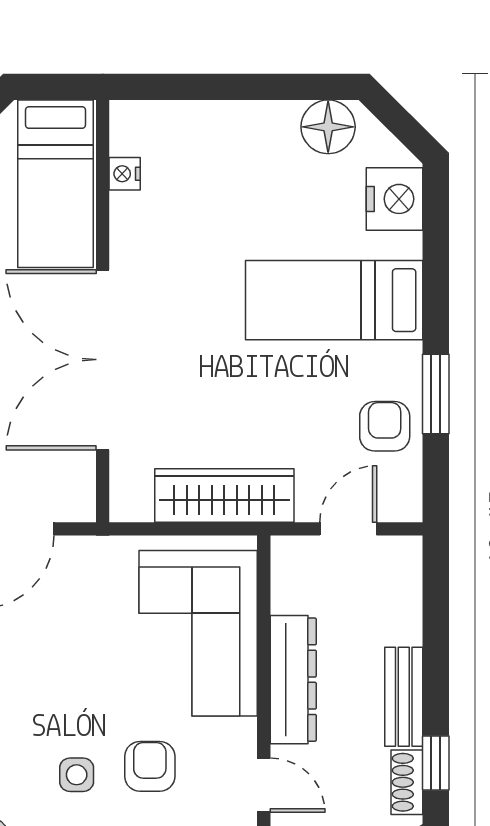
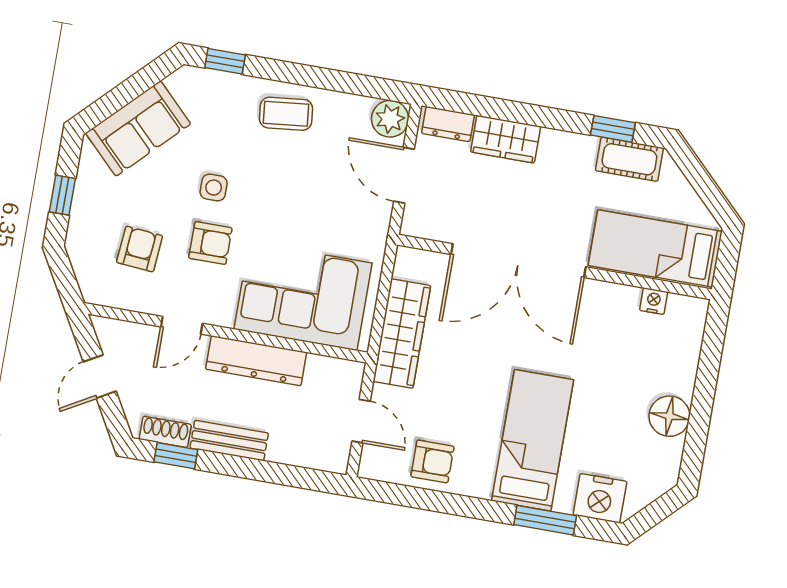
floor lamp: (328, 127) -> (669, 416), moved
double door: (103, 360) -> (518, 261), swing flipped
window: (436, 394) -> (545, 520), moved

